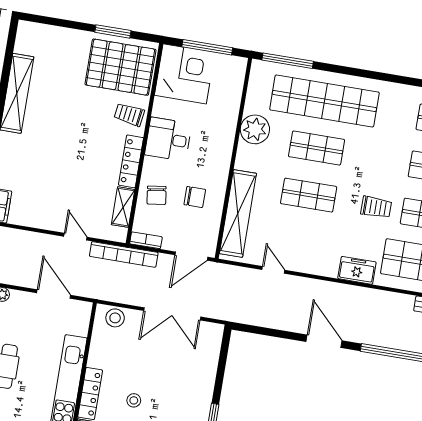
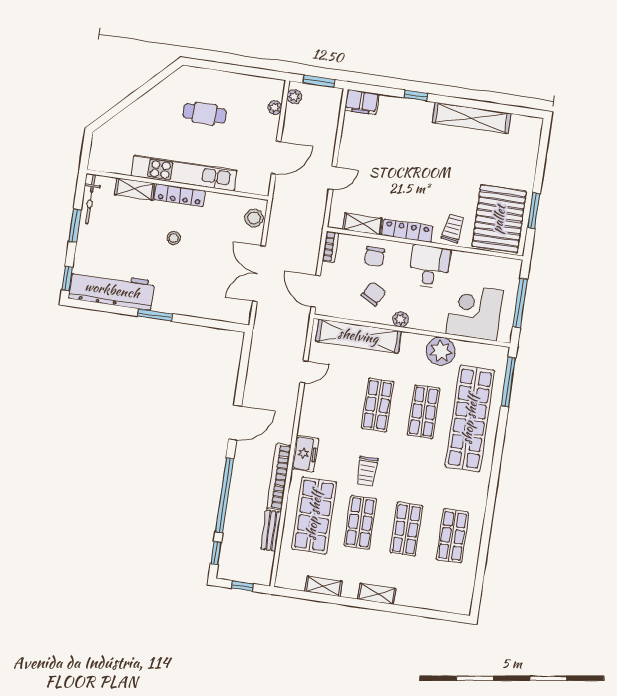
corner desk: (185, 74) -> (474, 312), moved, turned 180
plant: (222, 170) -> (400, 319), added
chair: (157, 195) -> (375, 256), turned -81
chair: (195, 197) -> (374, 294), turned -151
bookcase: (124, 254) -> (279, 477), moved

